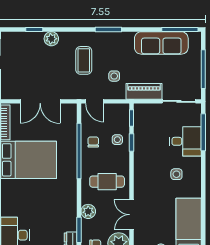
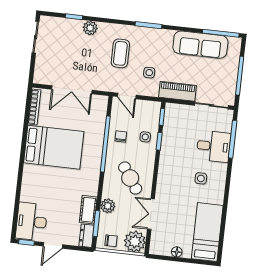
cafe table: (107, 182) -> (130, 178), turned 56
cot: (70, 217) -> (88, 210), added

